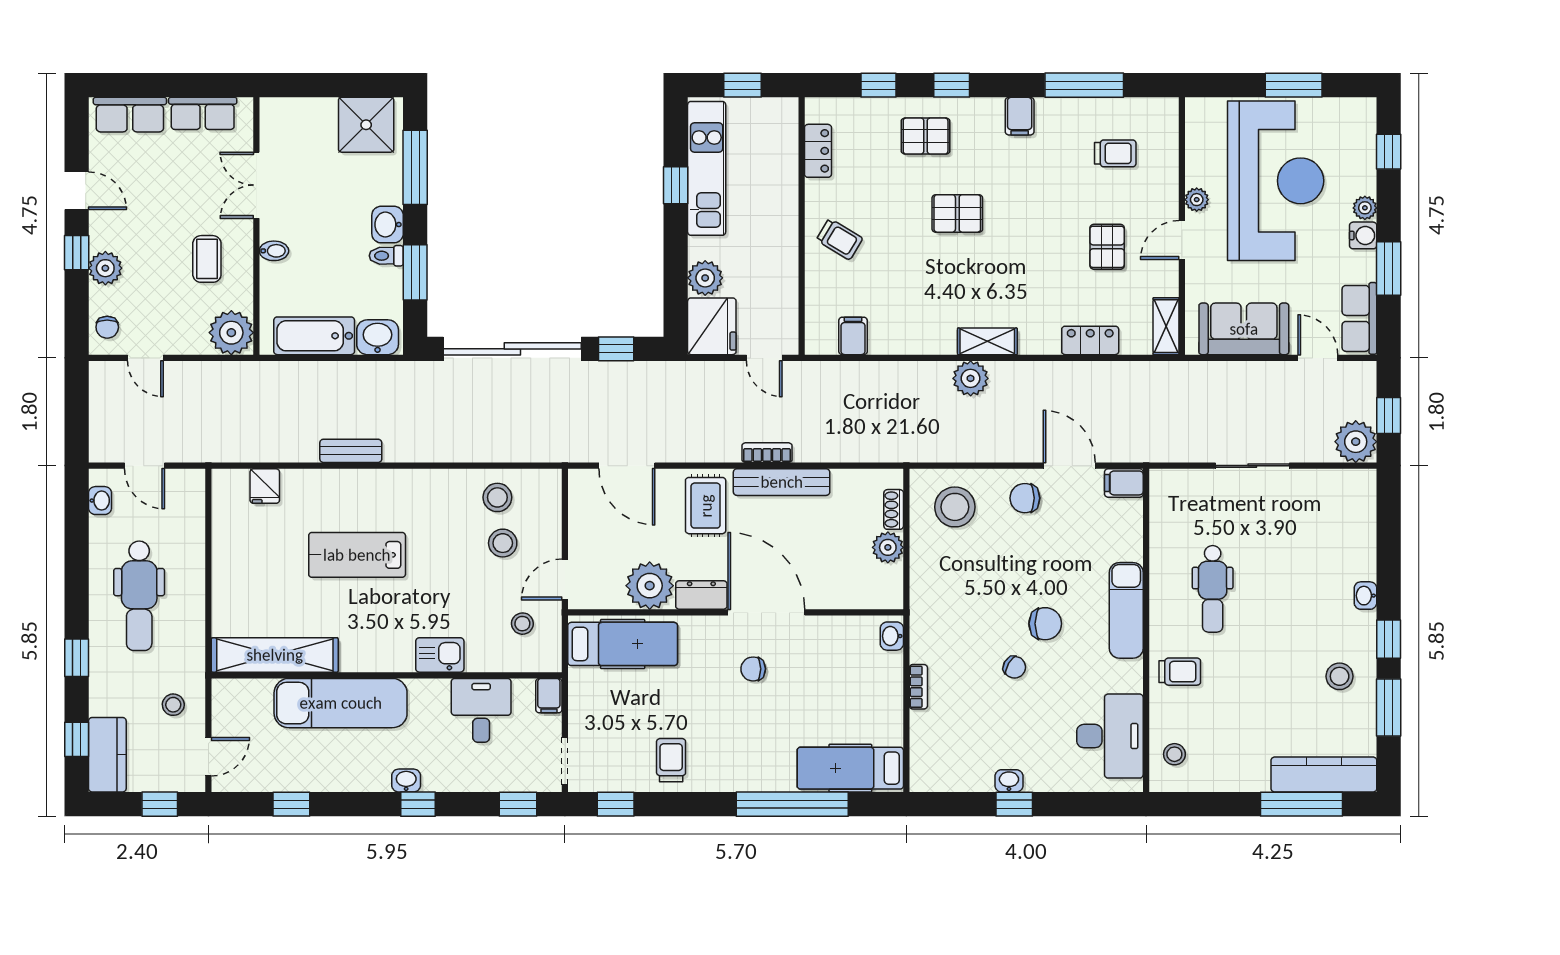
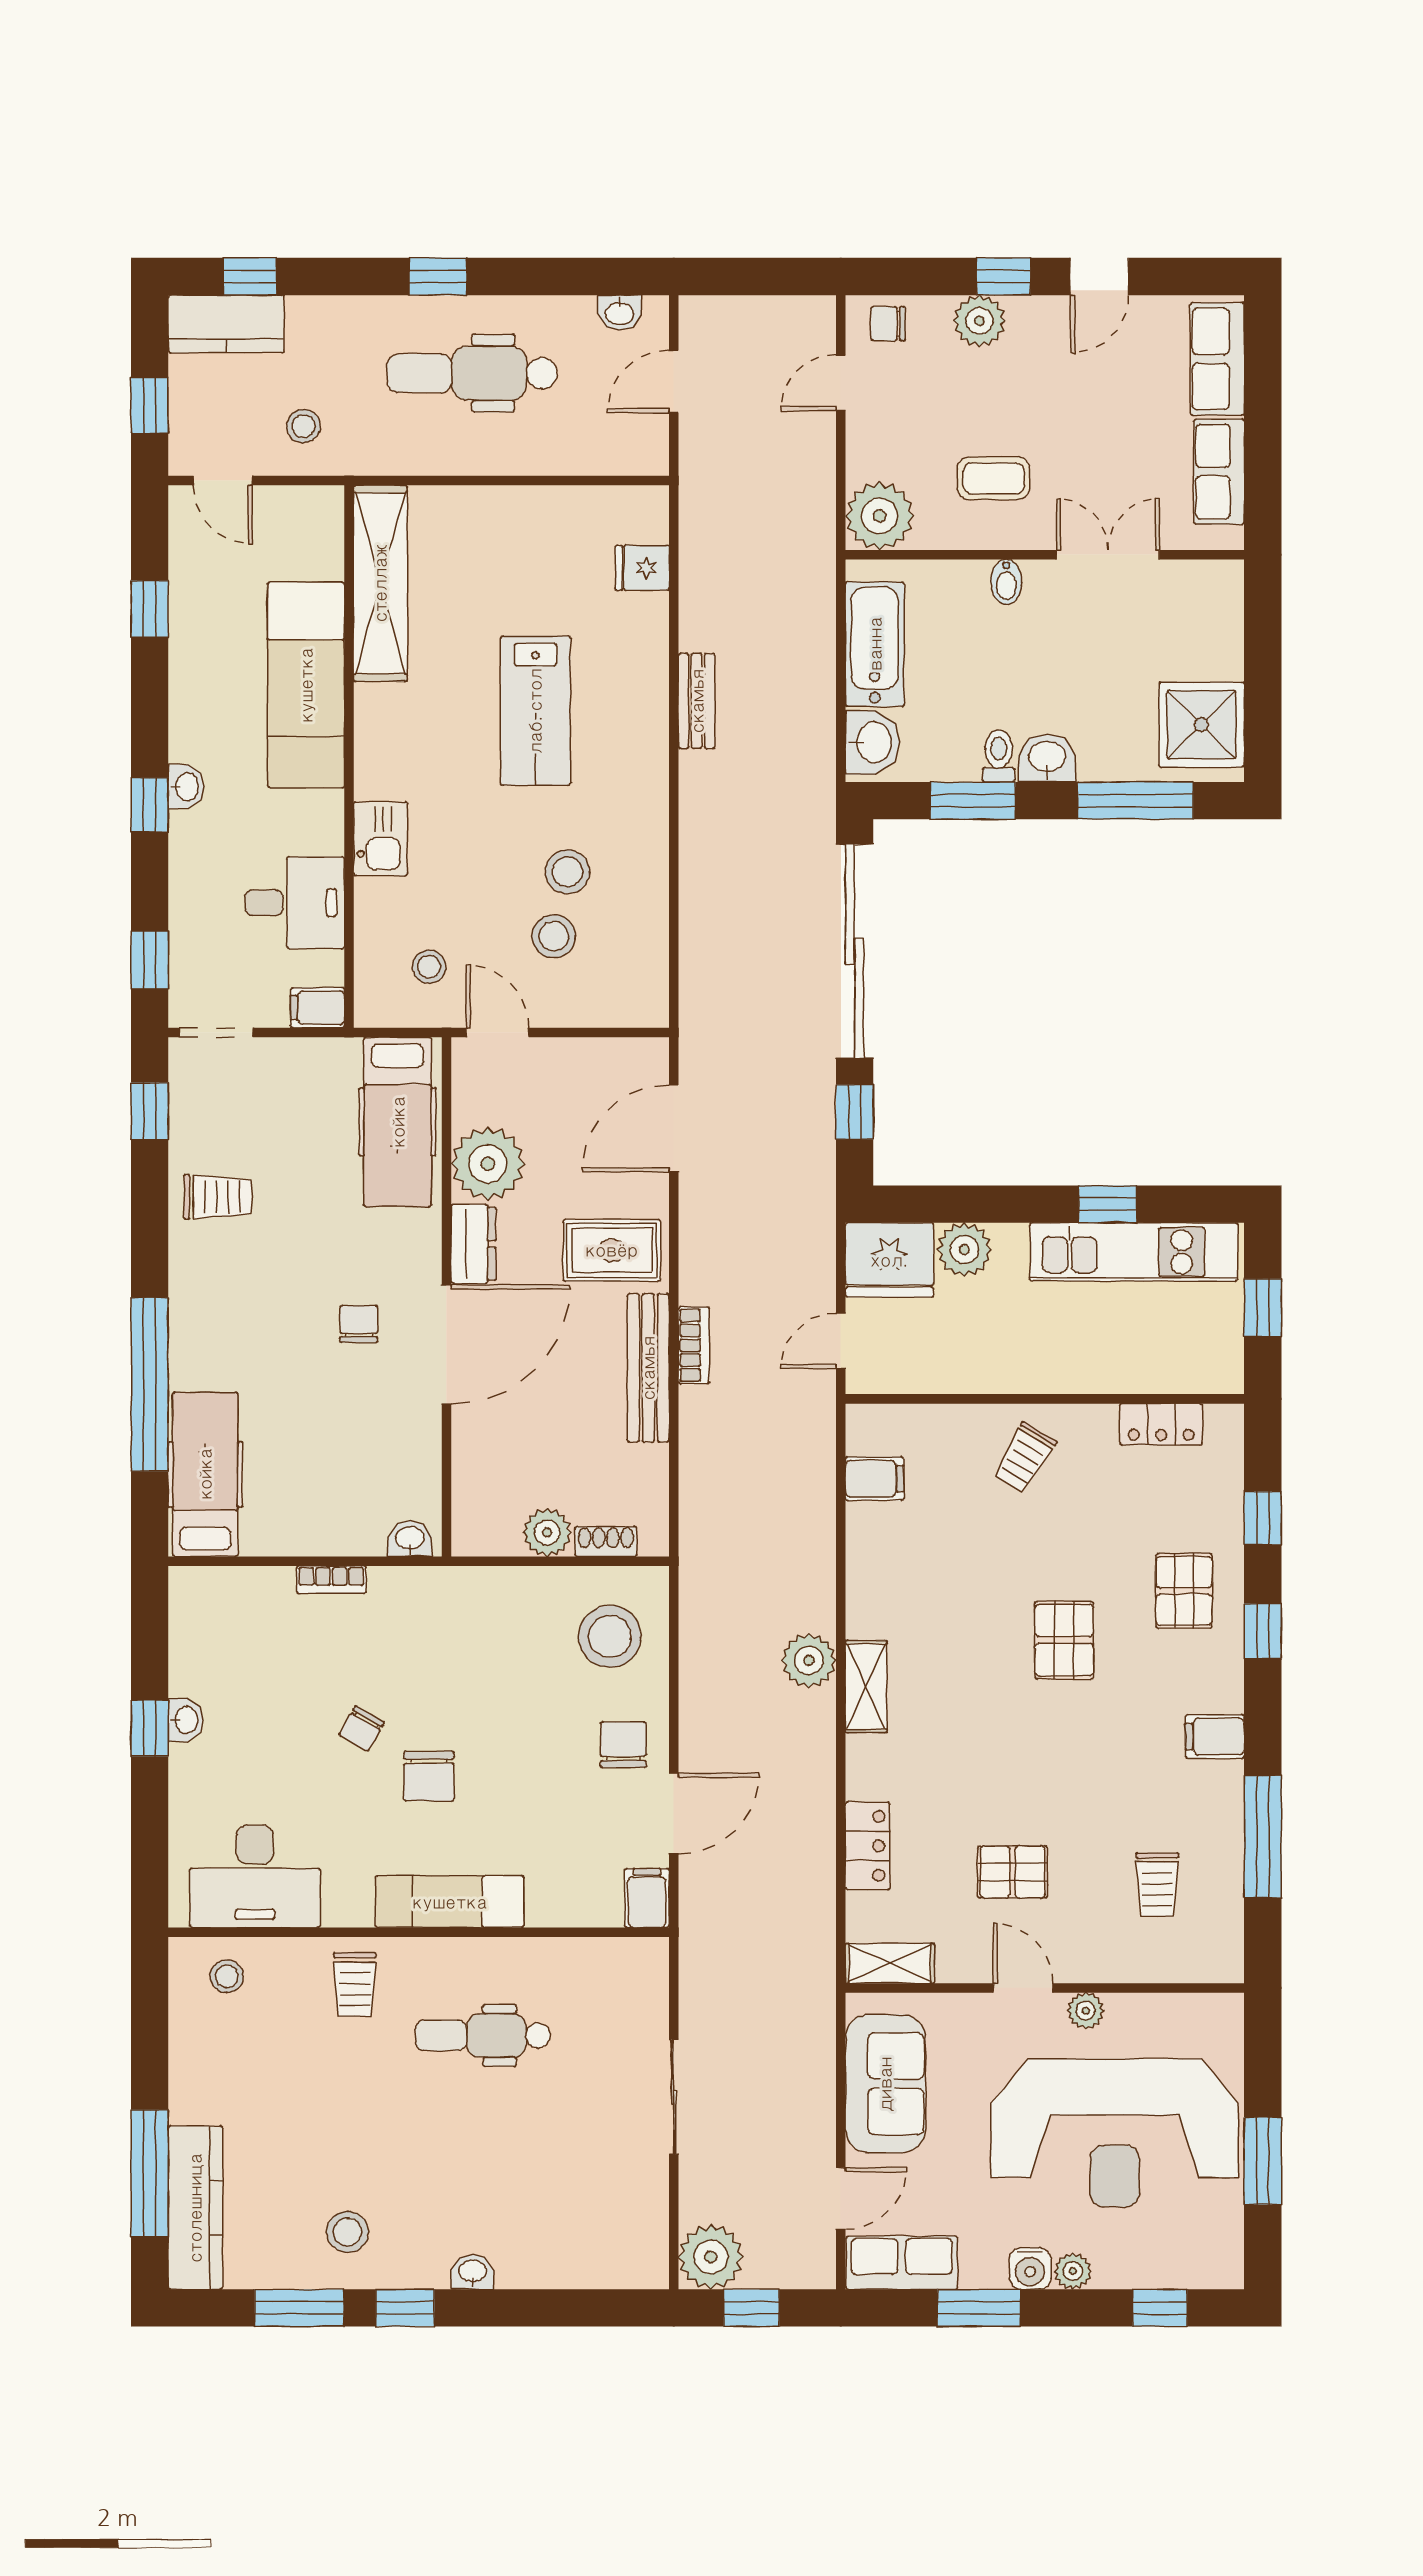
stool: (497, 497) -> (568, 872), moved
lab bench: (357, 555) -> (535, 711), turned 180
window: (77, 658) -> (438, 276), moved

